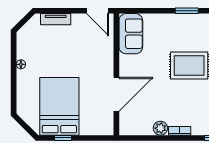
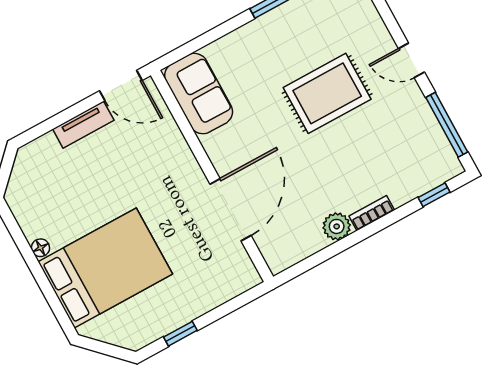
tv unit: (56, 19) -> (83, 125), moved
bed: (59, 106) -> (105, 268), moved, turned 90

